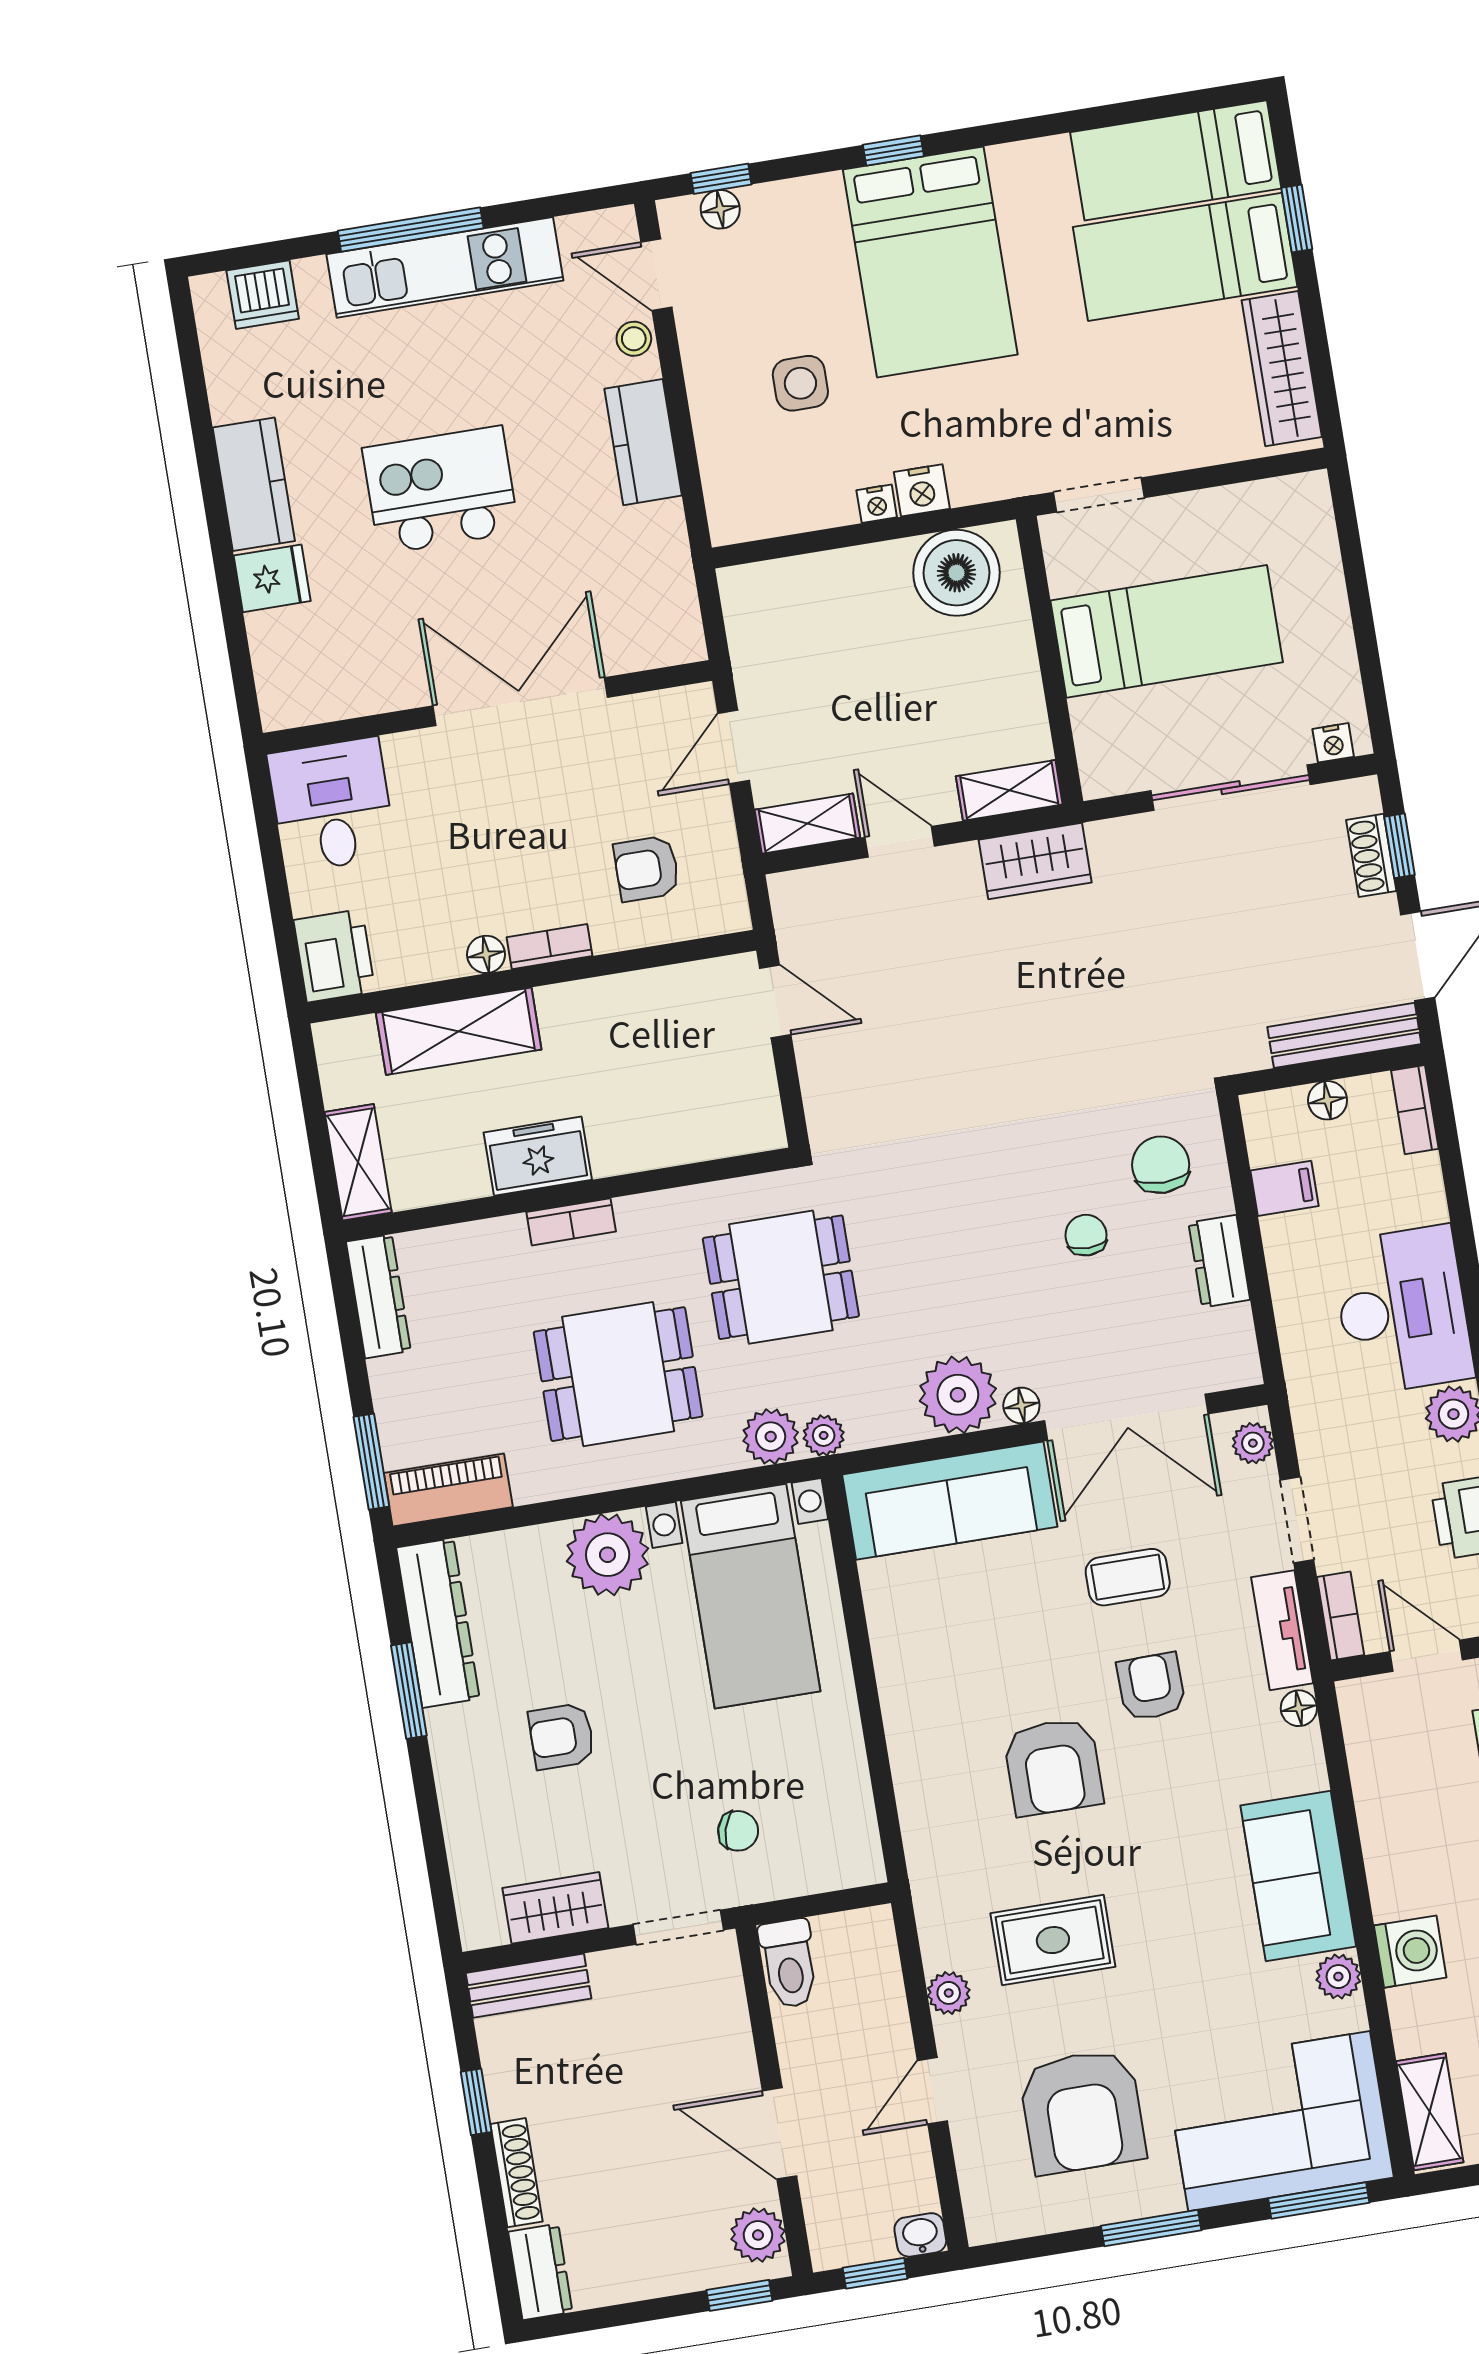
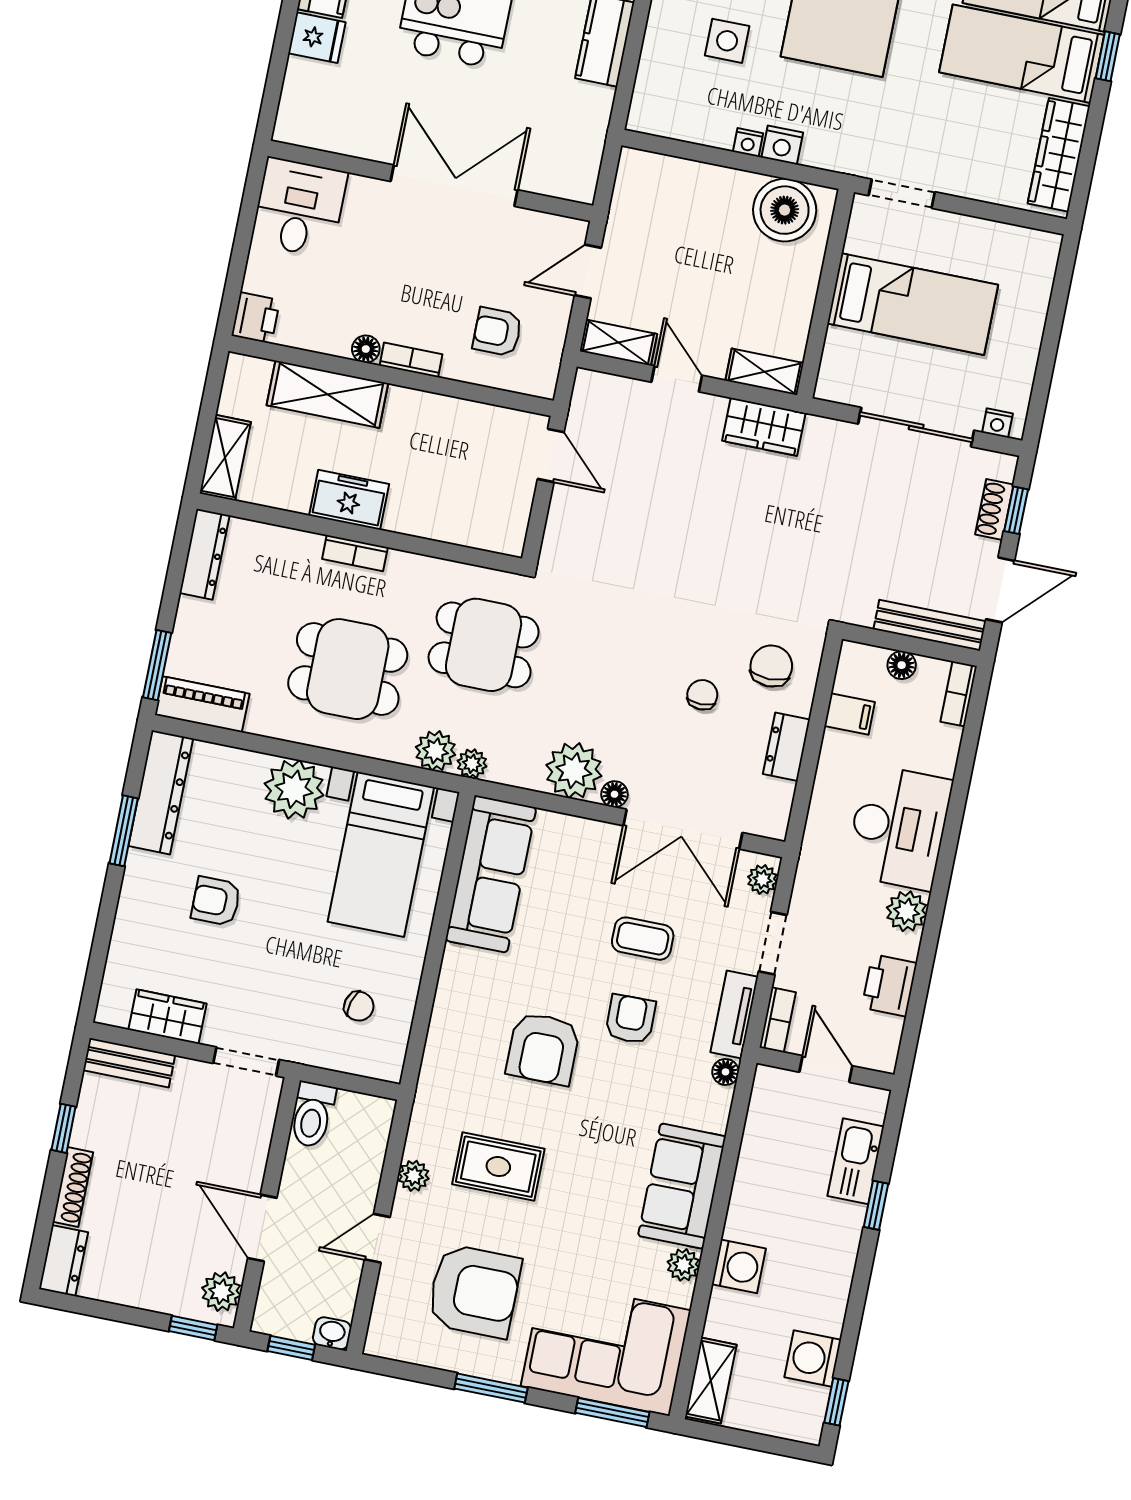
printer: (334, 956) -> (256, 318), width x0.73, depth x0.81
sofa: (950, 1501) -> (491, 874), moved, turned -90
chair: (738, 1831) -> (359, 1006), moved
armchair: (1082, 2112) -> (474, 1291), turned -90

